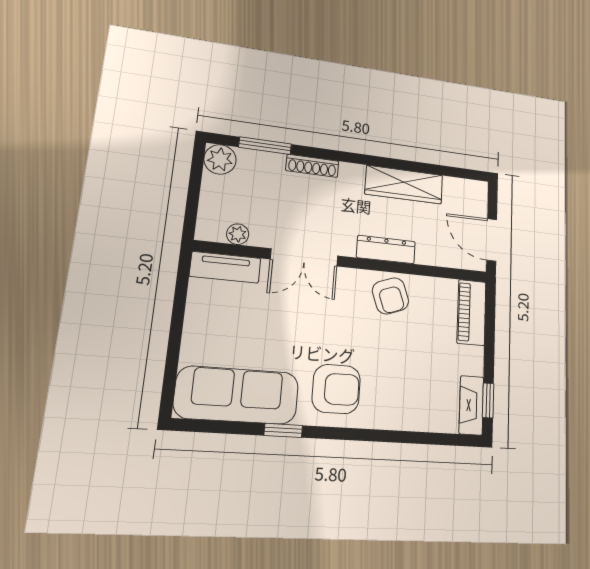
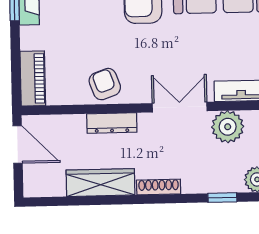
window: (265, 146) -> (222, 198), width x0.67
shoe rack: (312, 166) -> (159, 187), moved
plant: (238, 234) -> (228, 127), width x1.87, depth x1.87

